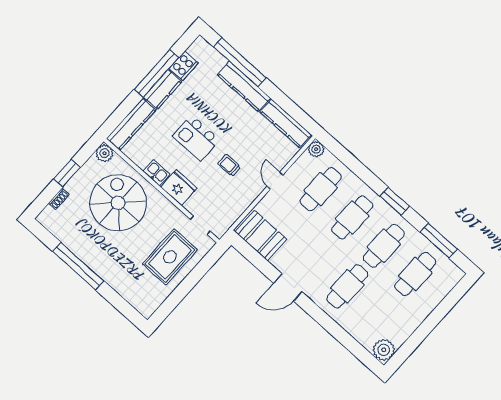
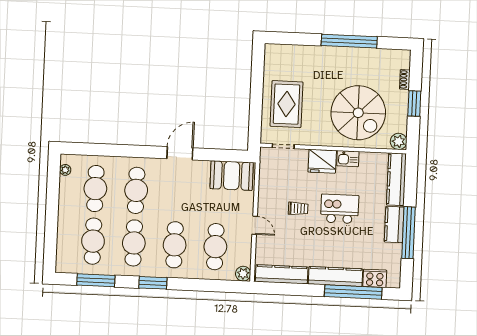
cooker: (184, 66) -> (375, 278), moved, turned 90
cafe table: (379, 315) -> (95, 189), added
plant: (384, 350) -> (65, 170), width x0.53, depth x0.53

